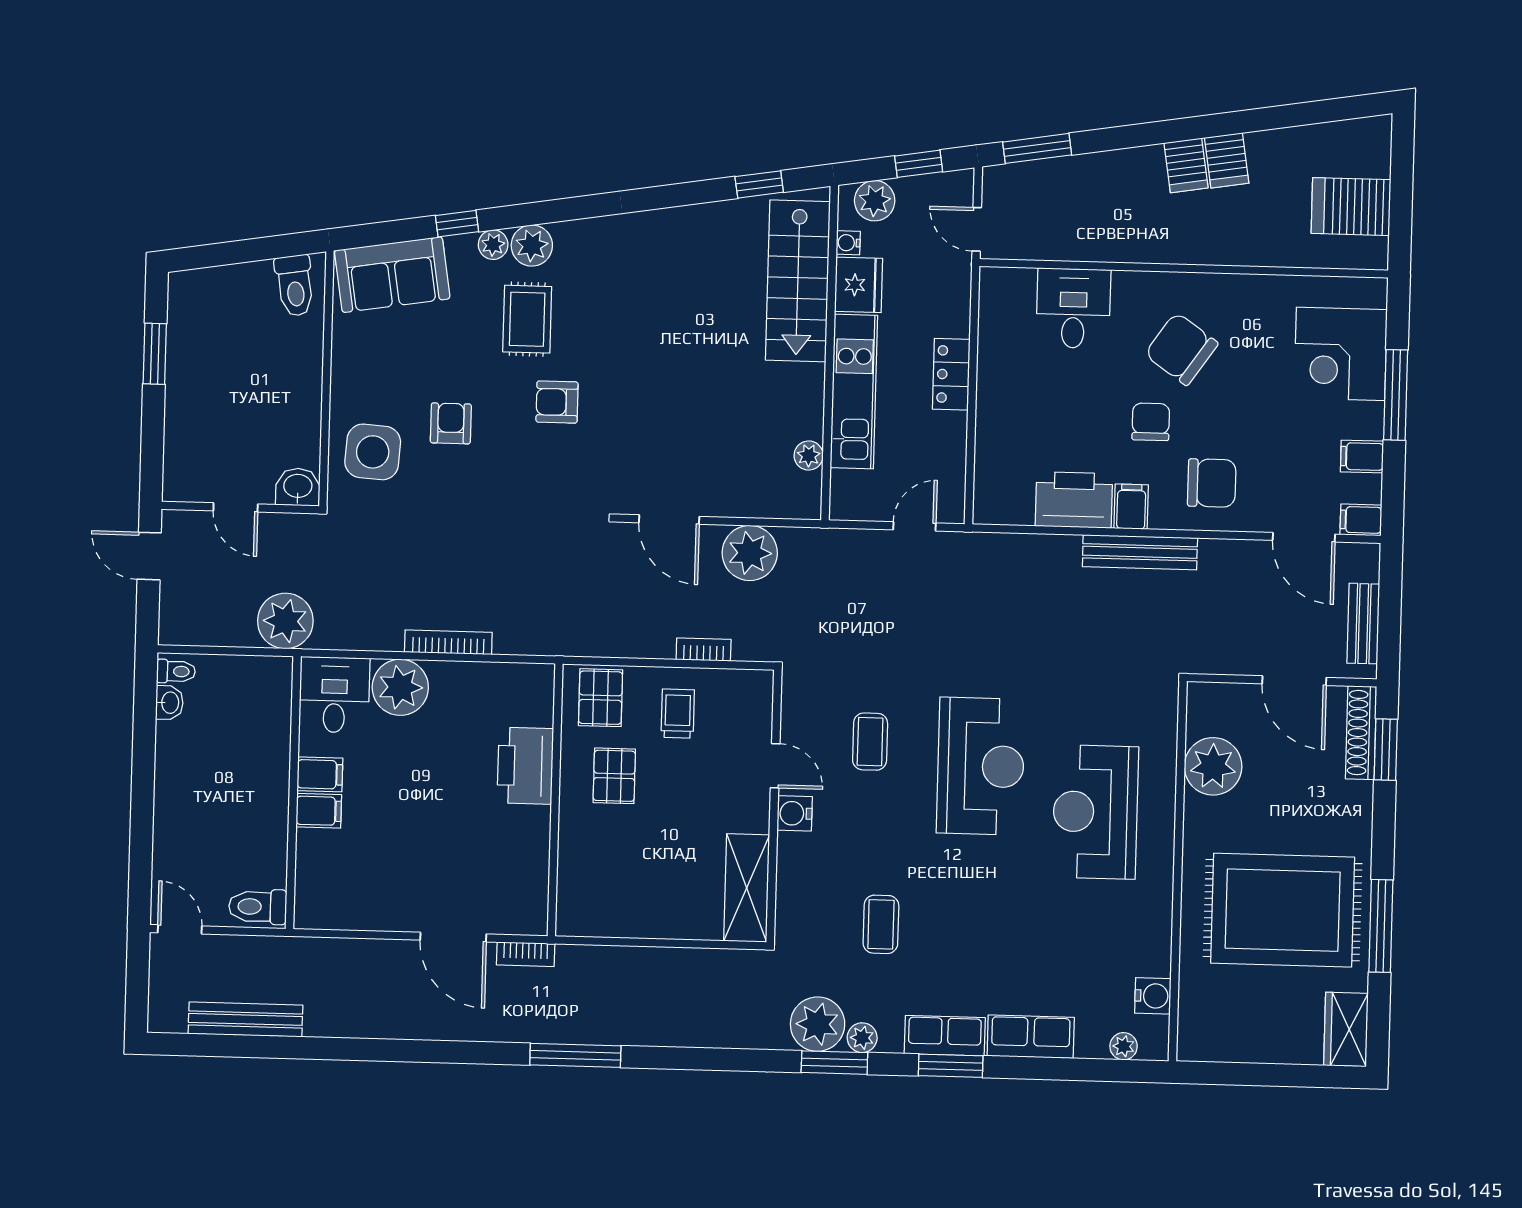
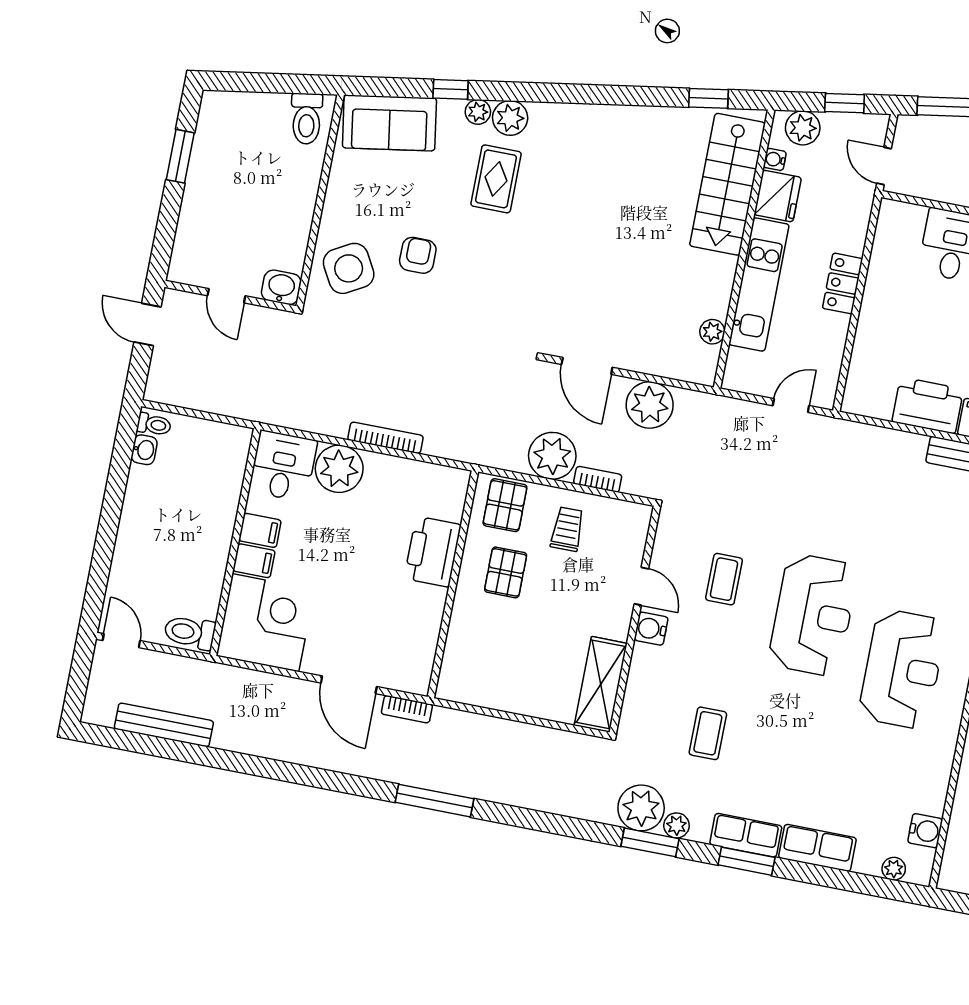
armchair: (557, 402) -> (509, 252), removed
side table: (373, 452) -> (349, 268), turned -33
plant: (285, 621) -> (552, 456), moved
reception desk: (1095, 812) -> (902, 669), turned 180
corner desk: (344, 881) -> (265, 623), added

